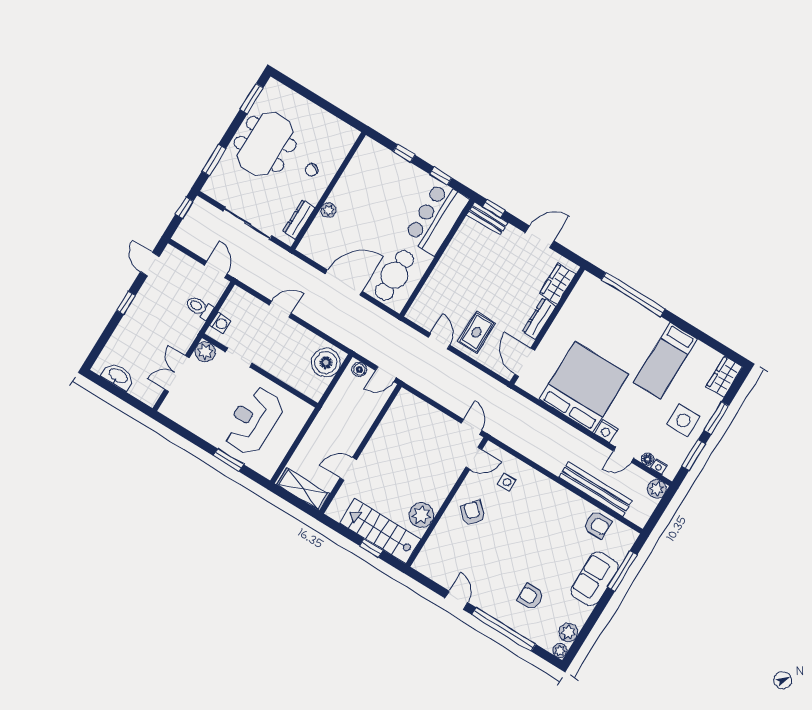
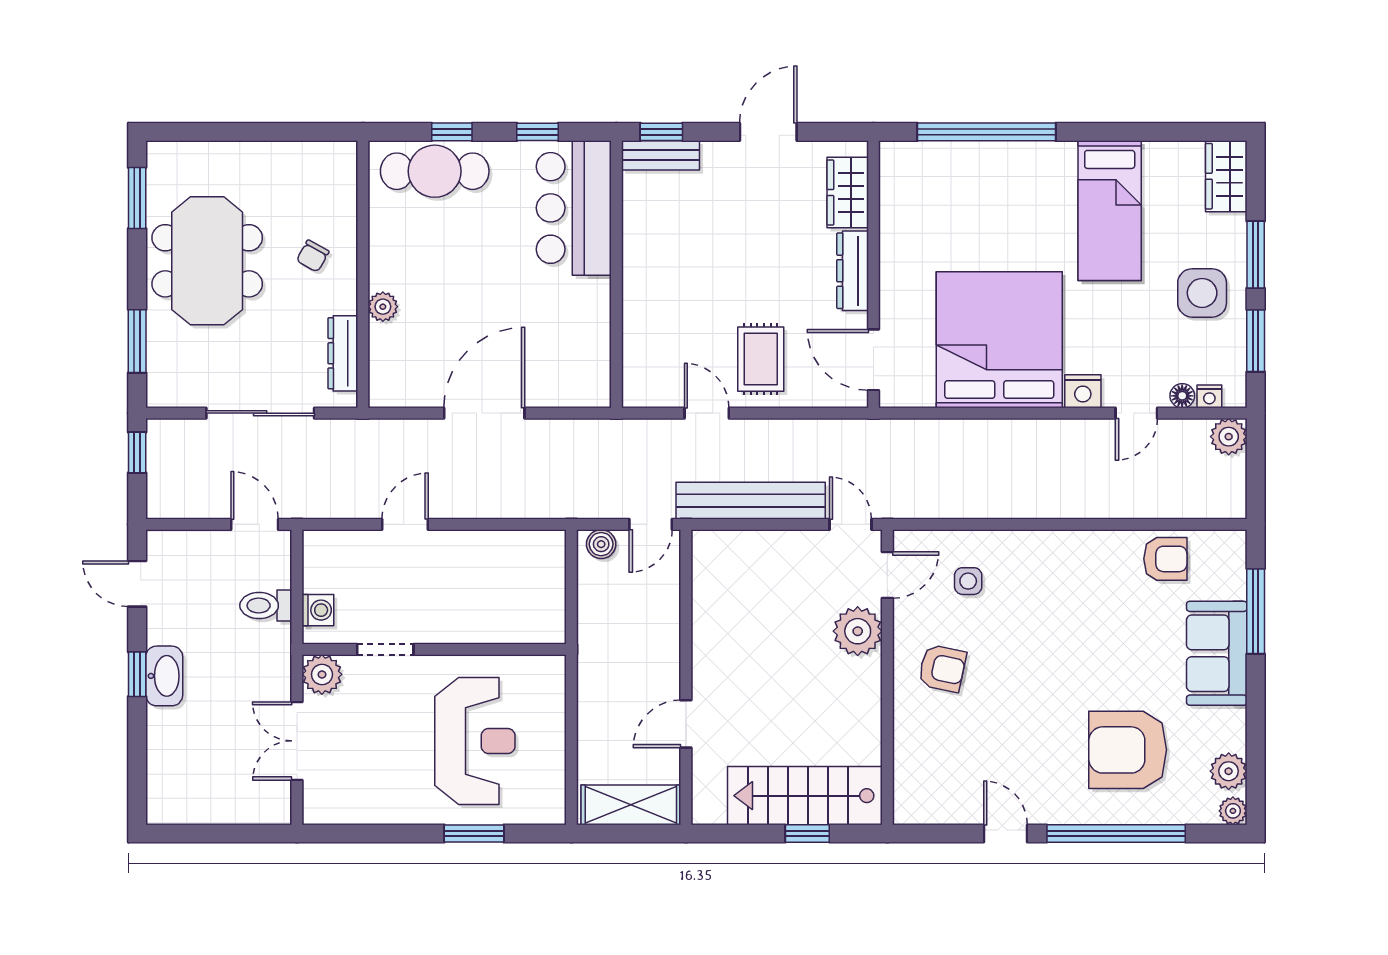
cafe table: (395, 275) -> (435, 171), moved, turned 90
boiler: (326, 363) -> (537, 567), removed
washbasin: (118, 376) -> (164, 676), moved, turned 90
reception desk: (253, 421) -> (475, 741), turned 180
bench: (595, 489) -> (751, 501), moved
armchair: (473, 513) -> (942, 668), turned 151
plant: (421, 515) -> (858, 631), moved
armchair: (531, 597) -> (1128, 750), width x1.88, depth x1.88

